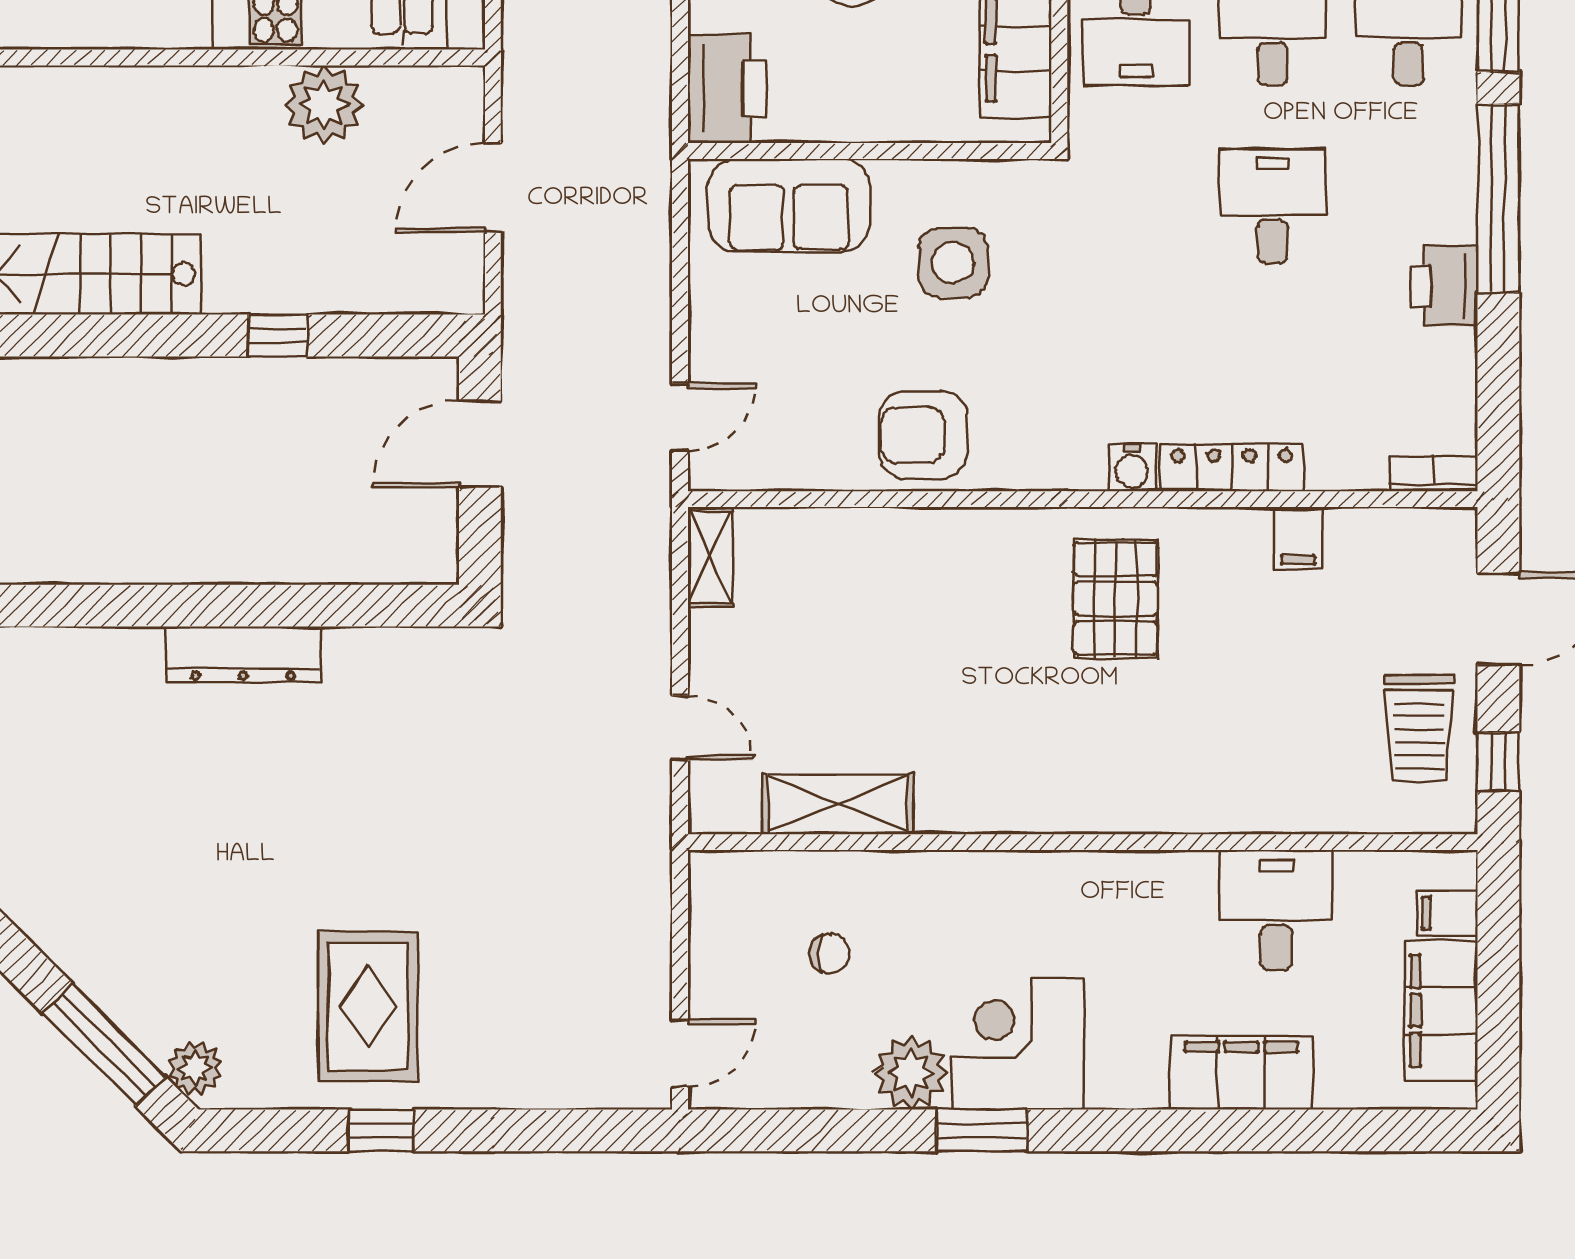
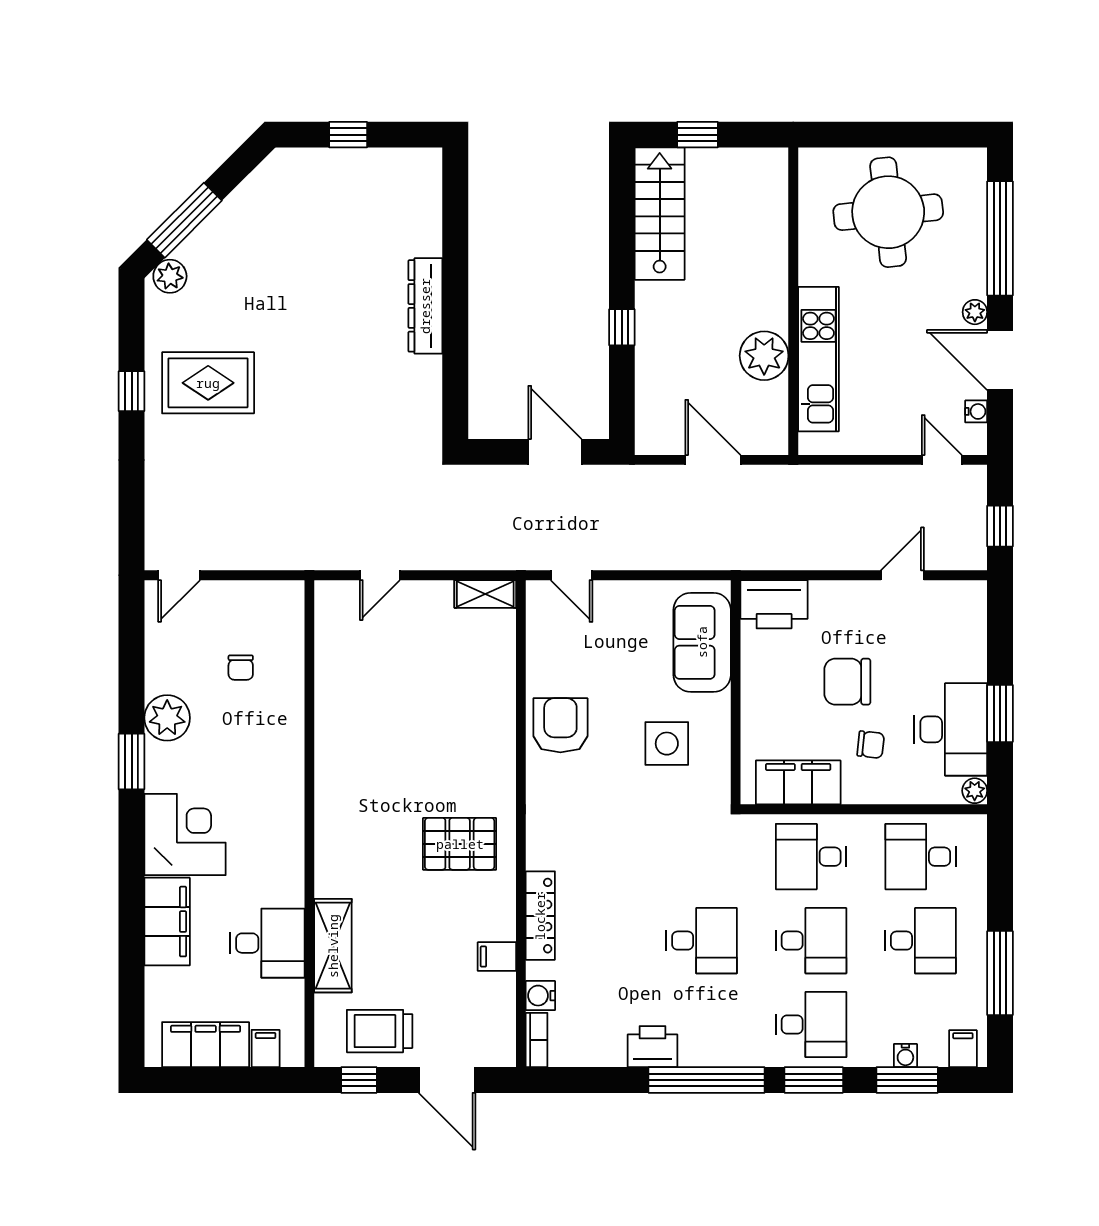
water cooler: (1132, 468) -> (540, 996), moved
shelving: (838, 804) -> (333, 946), moved
corner desk: (1018, 1044) -> (185, 834), moved
door: (680, 1053) -> (179, 575), hinge flipped

